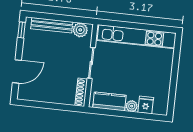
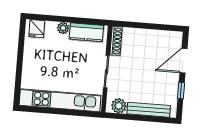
window: (21, 30) -> (181, 91), moved
fridge: (146, 105) -> (37, 29), moved

